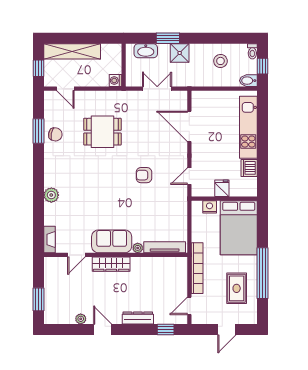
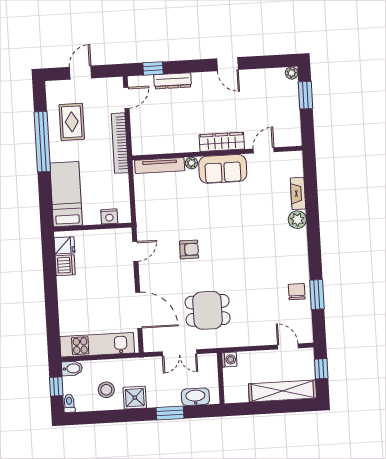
shower: (180, 53) -> (135, 398), moved
kitchen unit: (248, 127) -> (97, 345), moved, turned -90
dining table: (102, 132) -> (208, 310), moved
chair: (55, 134) -> (297, 292), turned 79
fridge: (222, 188) -> (64, 245), moved, turned -90
bed: (239, 228) -> (66, 194), width x0.67
fireplace: (50, 240) -> (298, 193), moved
dresser: (138, 318) -> (173, 81), moved
plant: (81, 319) -> (292, 73), moved

